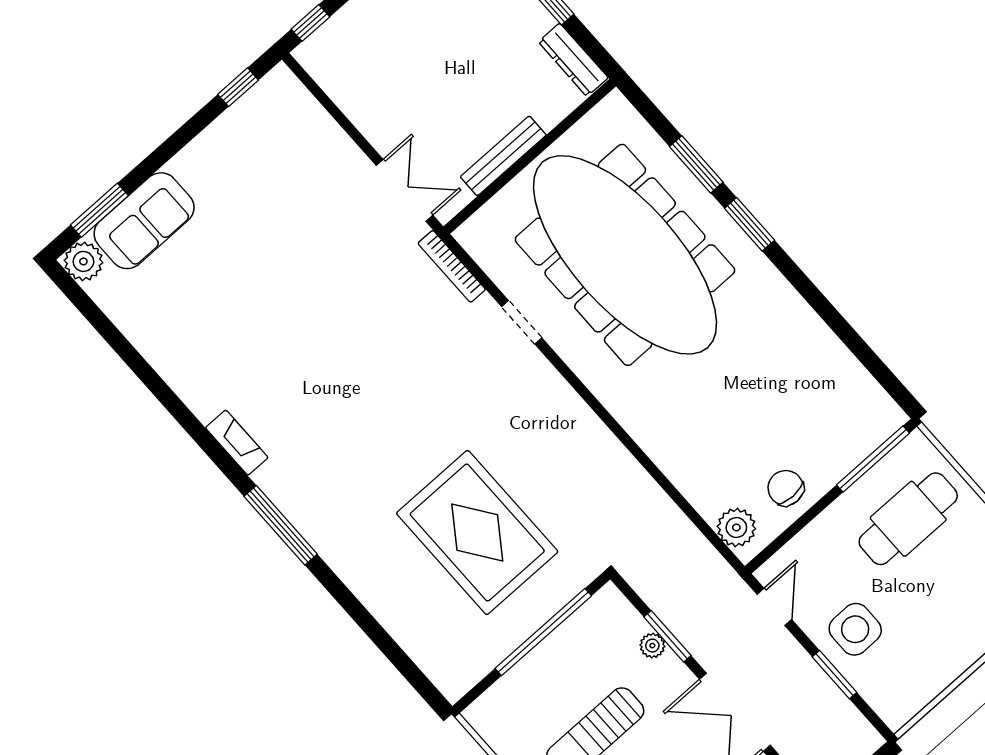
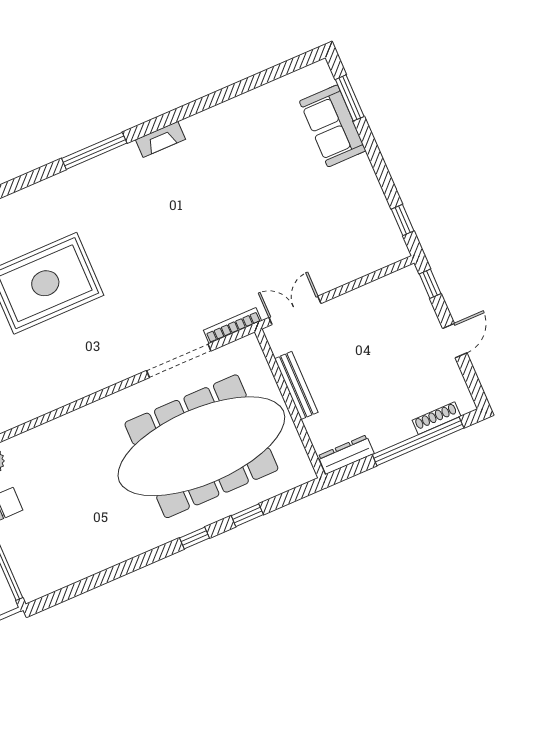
window: (696, 164) -> (247, 515), width x0.67
double door: (404, 190) -> (295, 310), swing flipped
window: (749, 224) -> (194, 538), width x0.67
plant: (83, 261) -> (318, 76), removed
doorway: (522, 322) -> (179, 361), width x1.87

